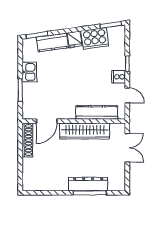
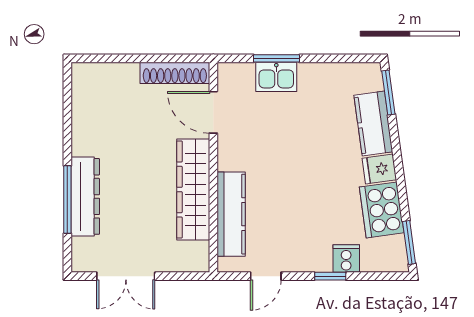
kitchen sink: (29, 72) -> (276, 77), moved
cooker: (119, 77) -> (346, 259), moved
double door: (127, 148) -> (126, 276), moved

